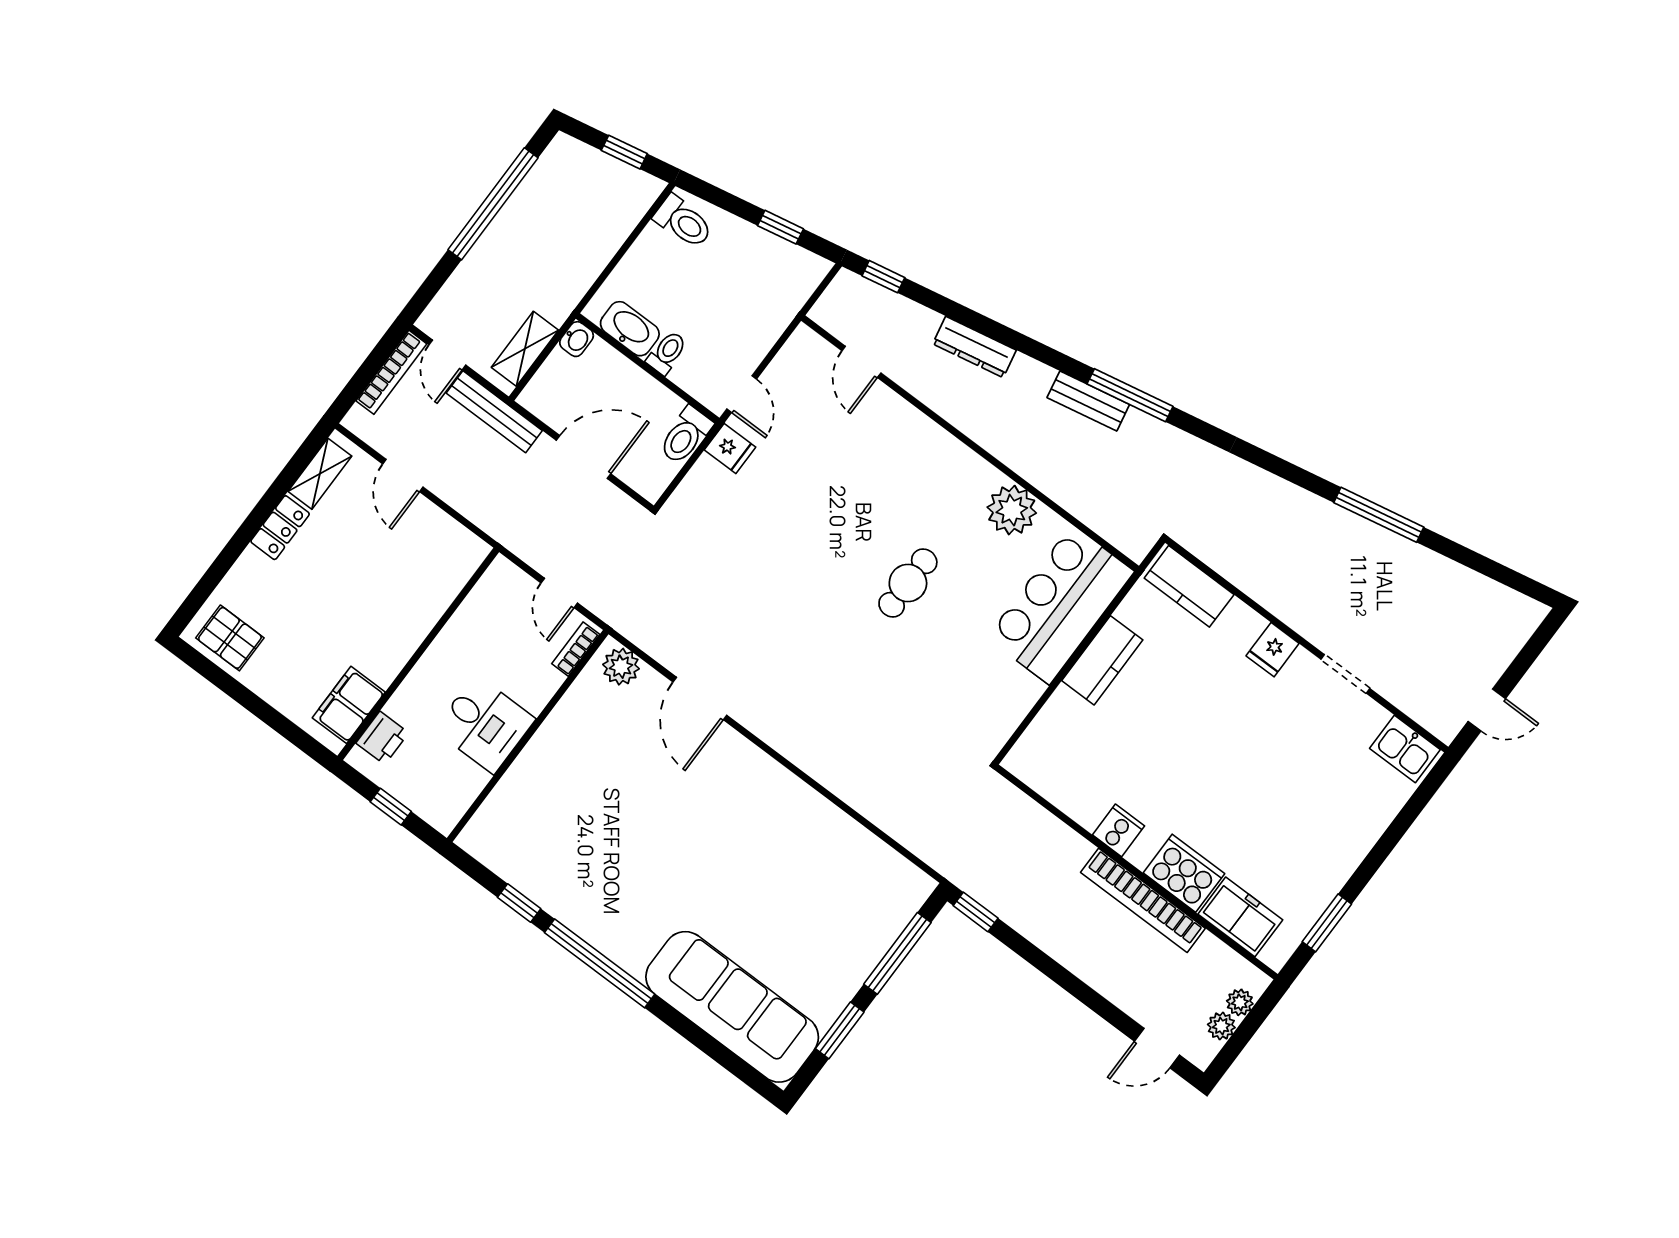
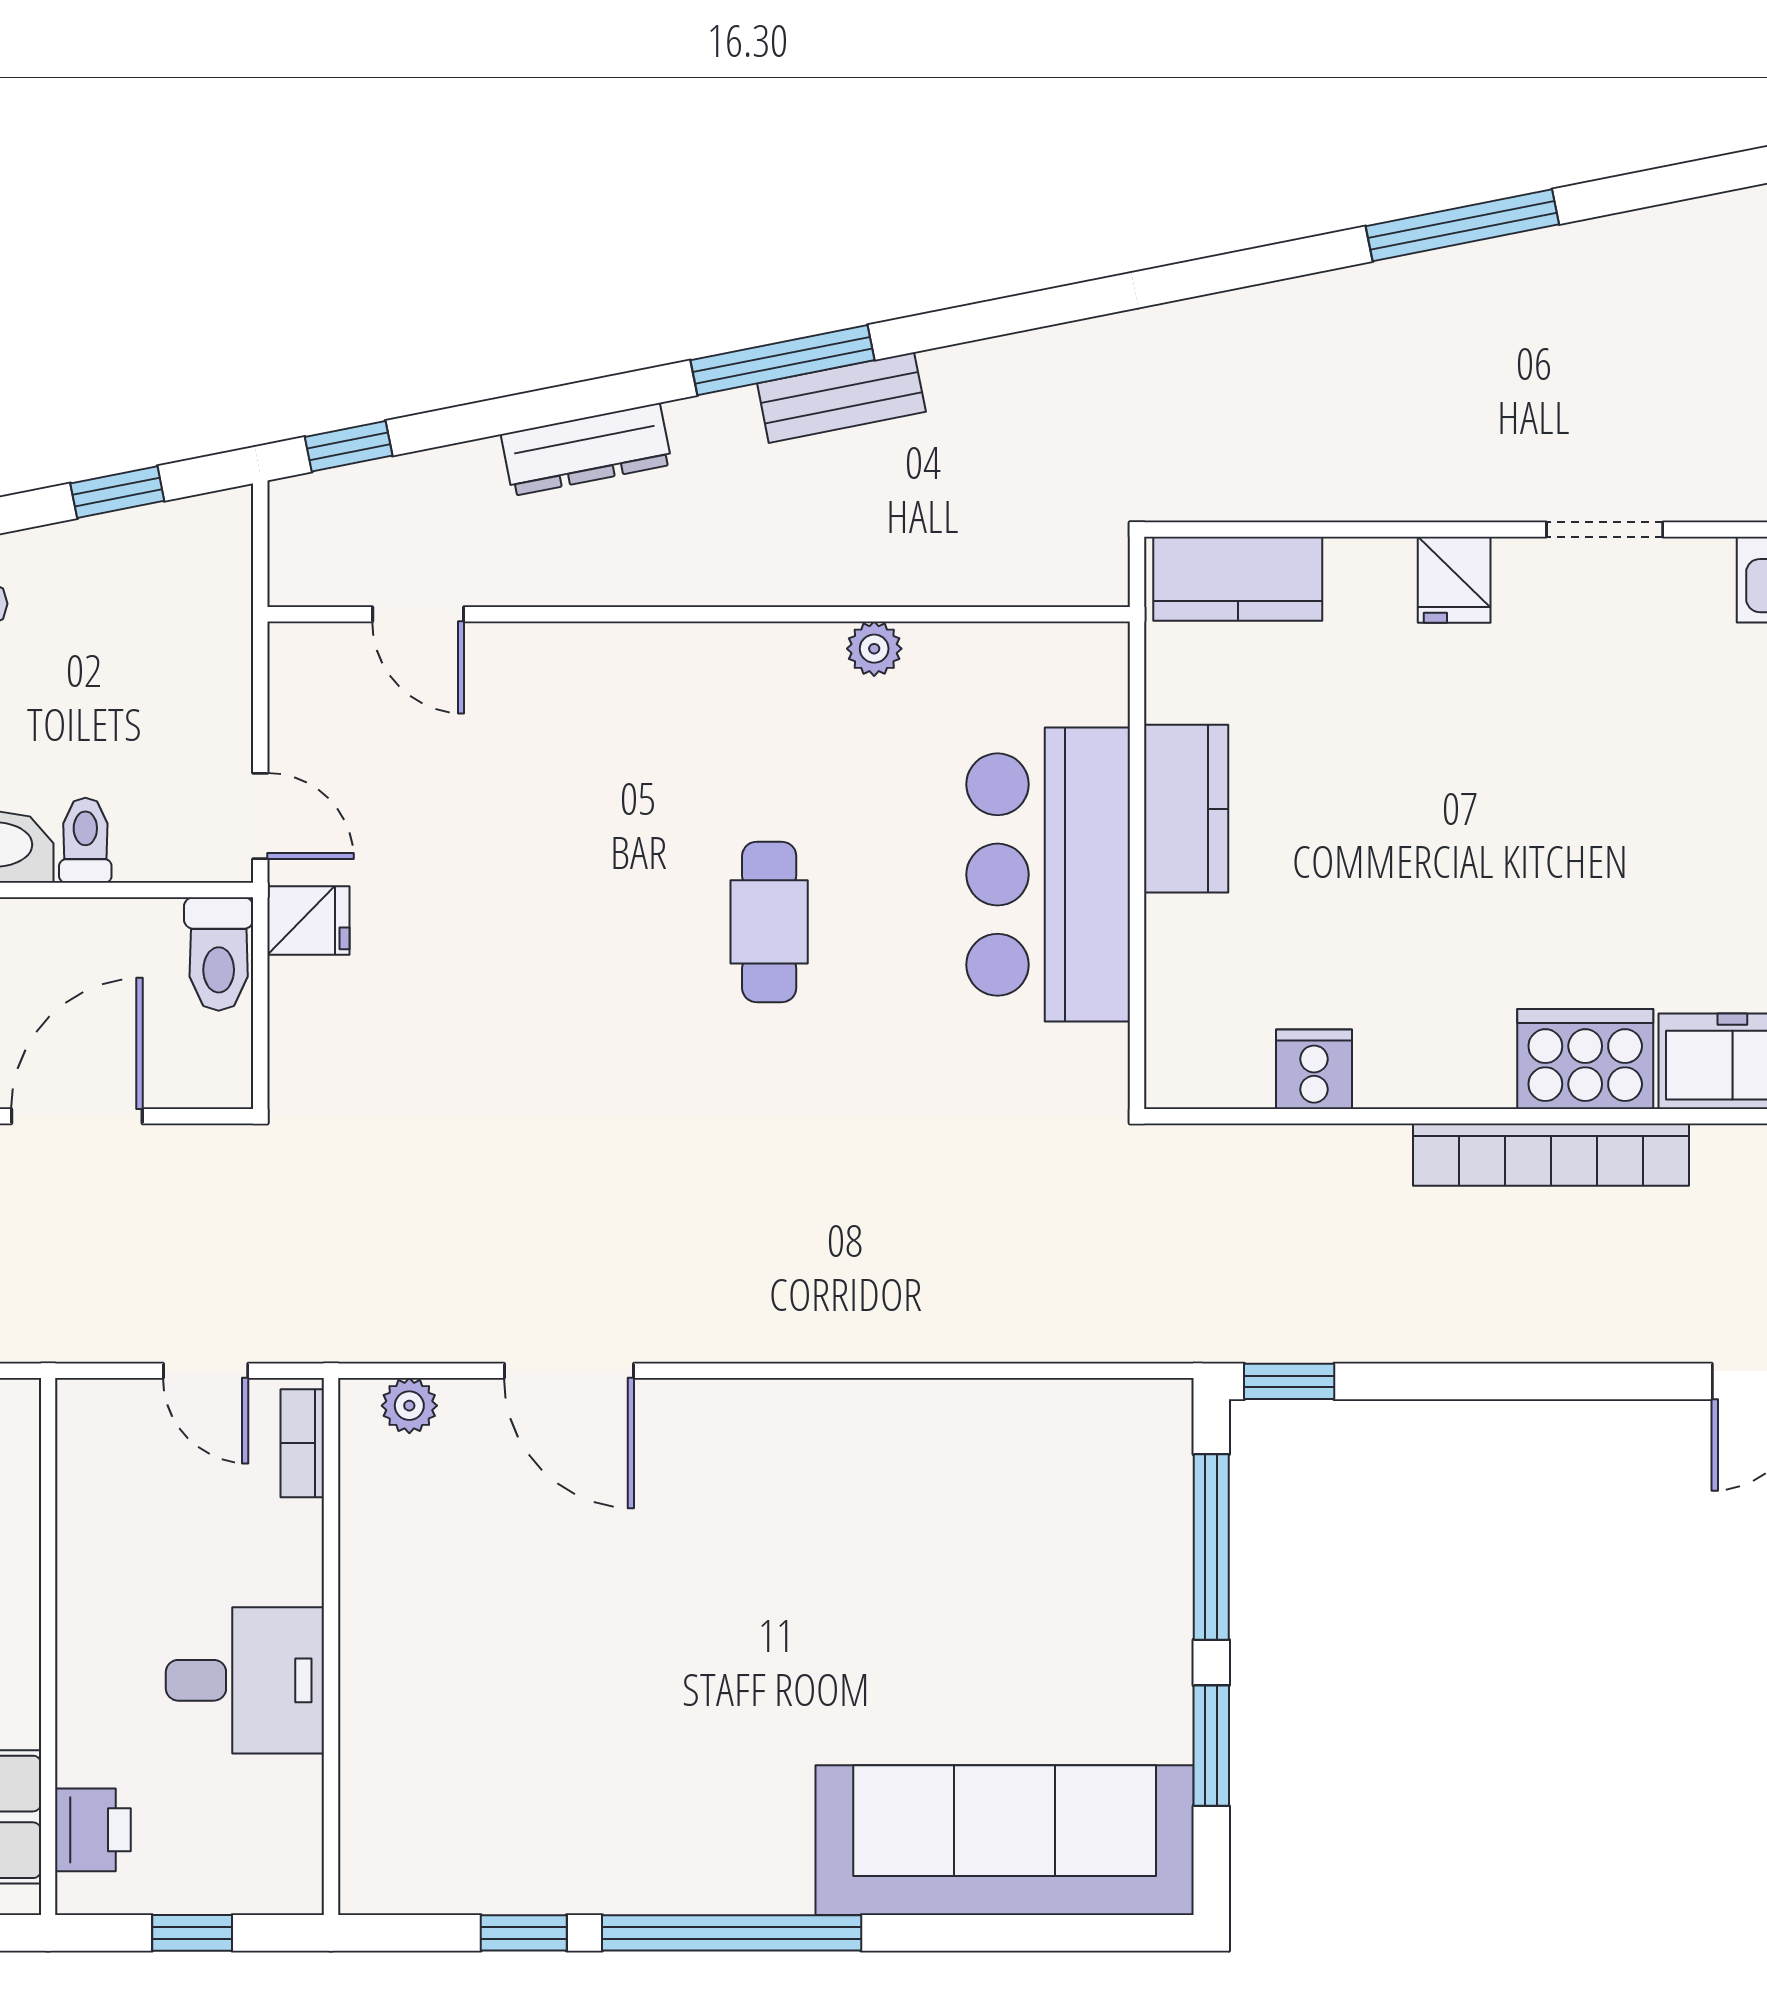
window: (1130, 395) -> (783, 360), moved
plant: (1012, 510) -> (874, 649), width x0.53, depth x0.53
bar counter: (1061, 605) -> (1048, 875), moved
plant: (621, 667) -> (409, 1406), width x0.73, depth x0.73
cooker: (1119, 830) -> (1314, 1069), moved

